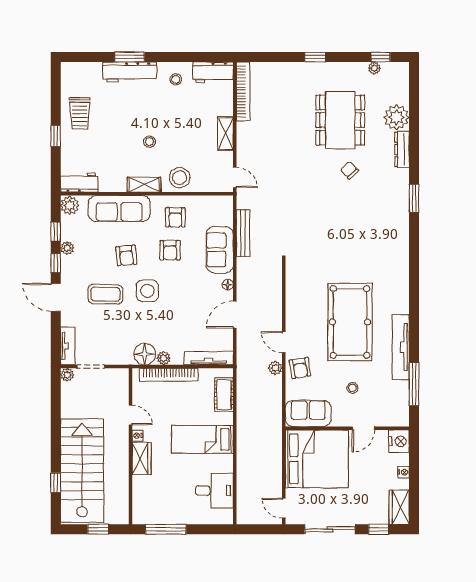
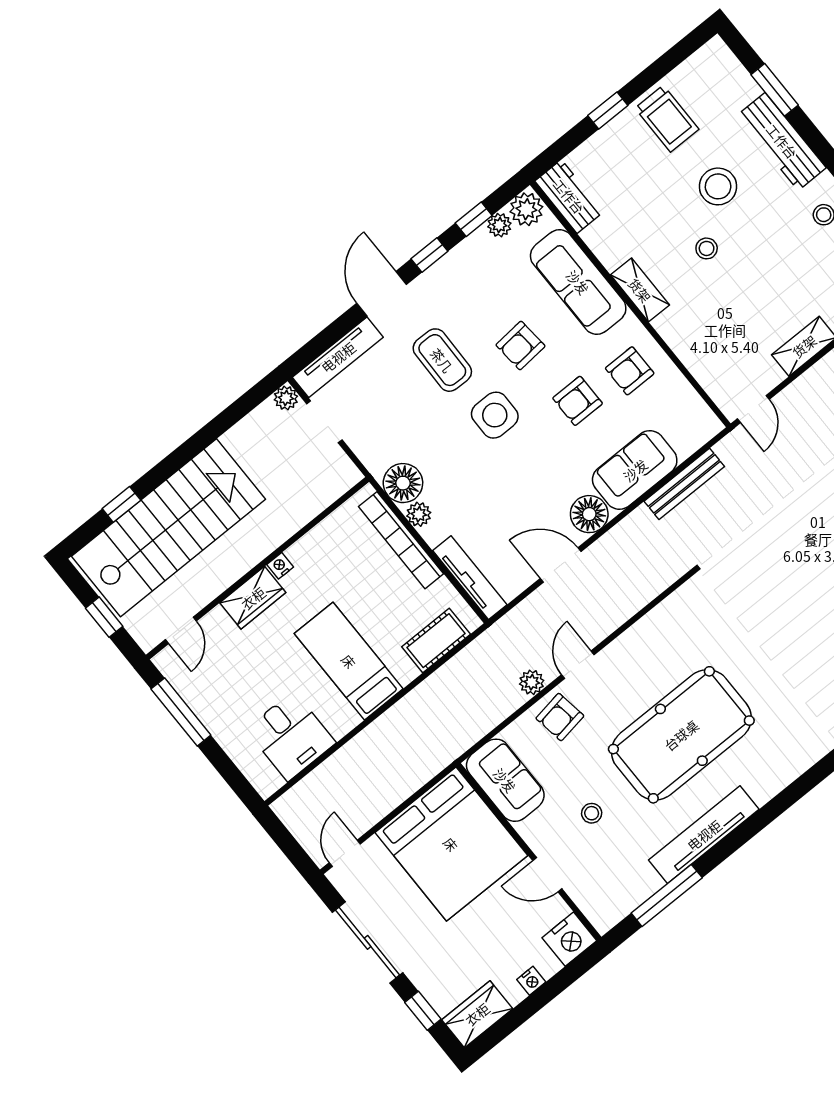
window: (130, 57) -> (775, 90), moved
trolley: (80, 113) -> (667, 119), turned -90
stool: (180, 178) -> (718, 186), moved
plant: (67, 248) -> (499, 225), moved
floor lamp: (228, 285) -> (589, 514), width x1.89, depth x1.89
tv unit: (68, 346) -> (338, 357), width x1.41
door: (131, 415) -> (181, 630), moved

